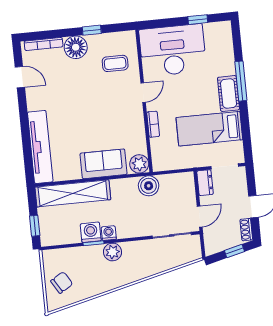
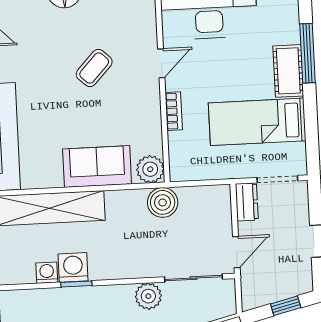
coffee table: (115, 63) -> (94, 68), moved, turned -47
shoe rack: (246, 230) -> (305, 275), removed
washing machine: (109, 233) -> (47, 273), moved
plant: (113, 252) -> (148, 296), moved

